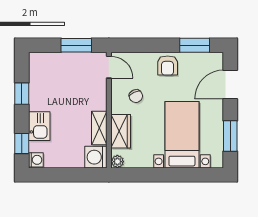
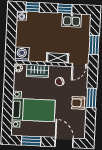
window: (195, 45) -> (91, 98), moved
kitchen sink: (39, 126) -> (72, 20), moved
shelving: (99, 128) -> (58, 58), moved

